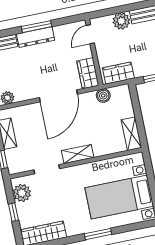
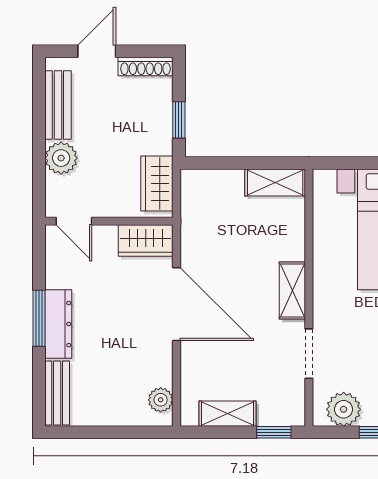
boiler: (103, 96) -> (193, 220), removed

